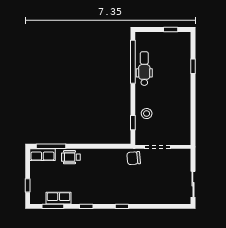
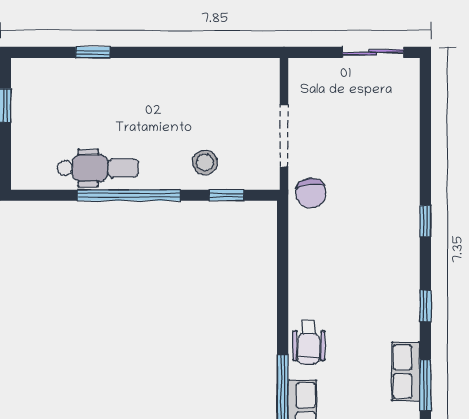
window: (133, 62) -> (129, 195), moved
dental chair: (144, 69) -> (98, 168), turned 180

